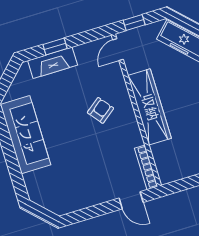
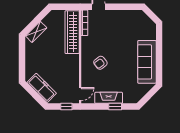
fireplace: (53, 63) -> (109, 98), moved
wardrobe: (150, 107) -> (72, 32), moved

